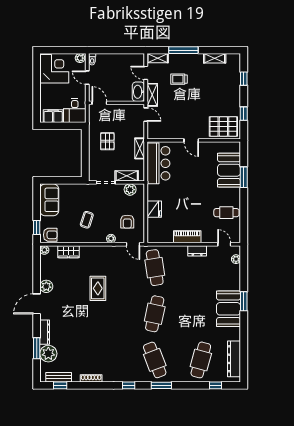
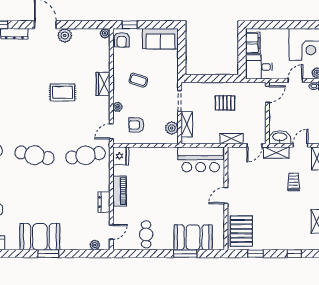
shelving: (140, 148) -> (231, 139), moved
fridge: (154, 209) -> (121, 156), moved, turned -90
wardrobe: (68, 252) -> (103, 84), moved

